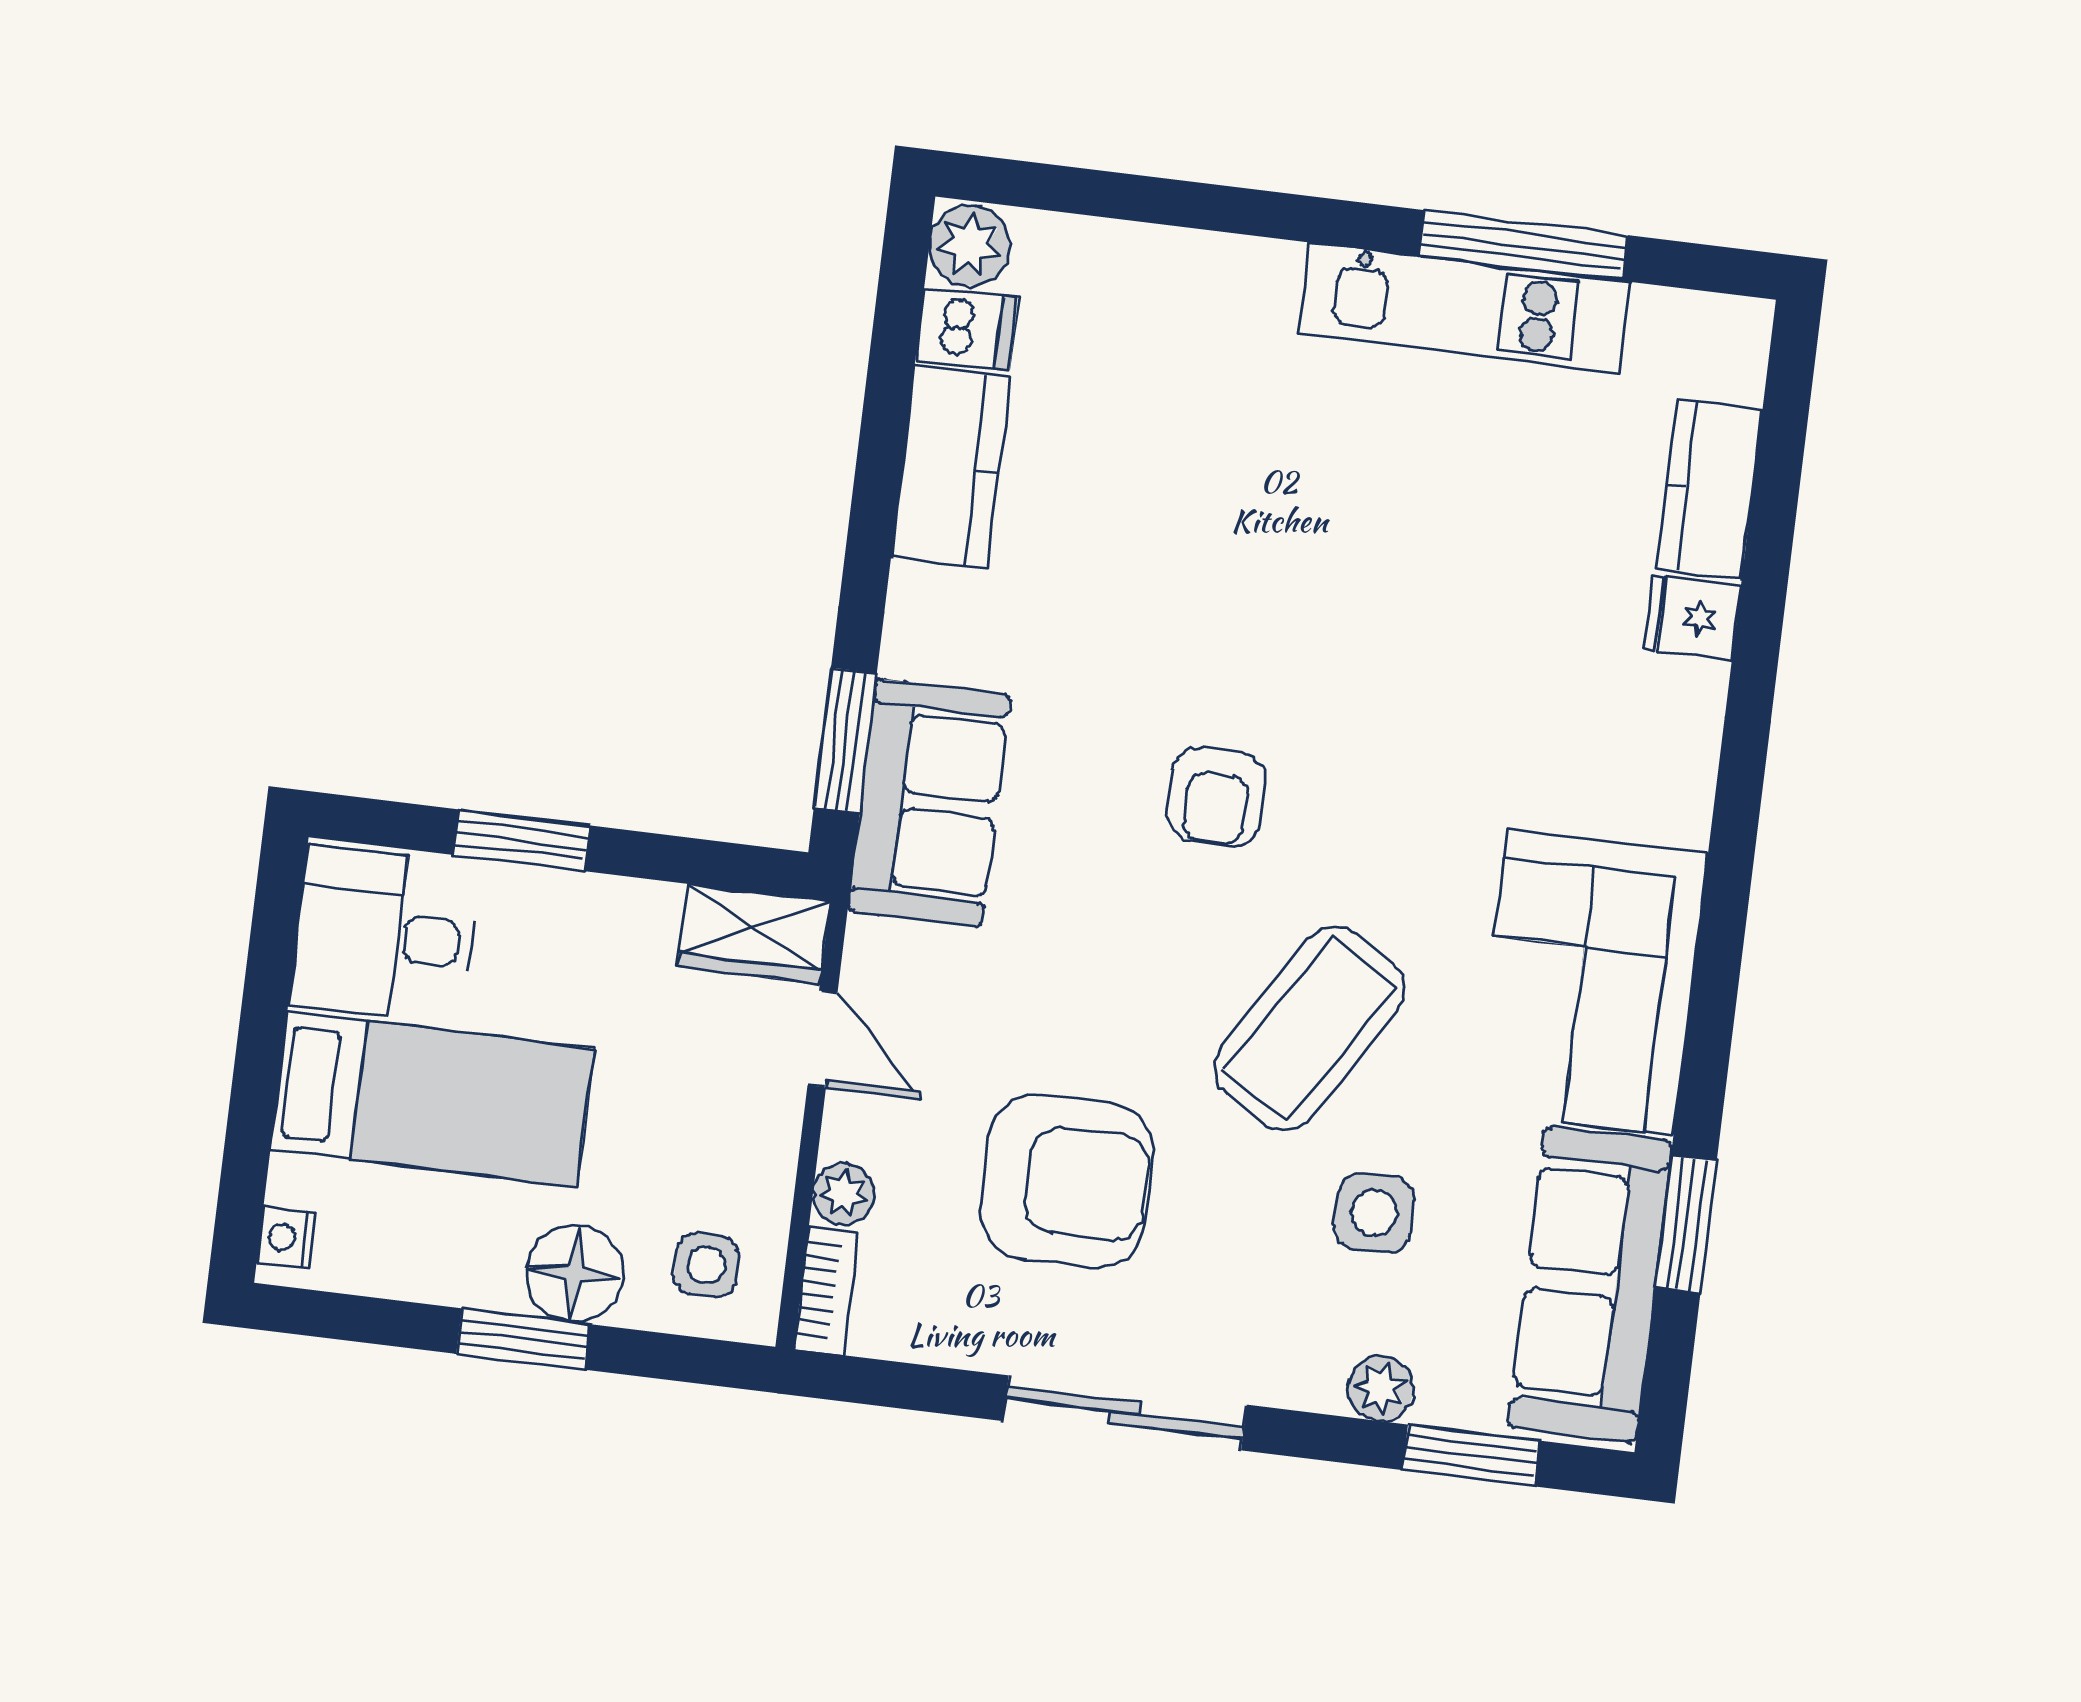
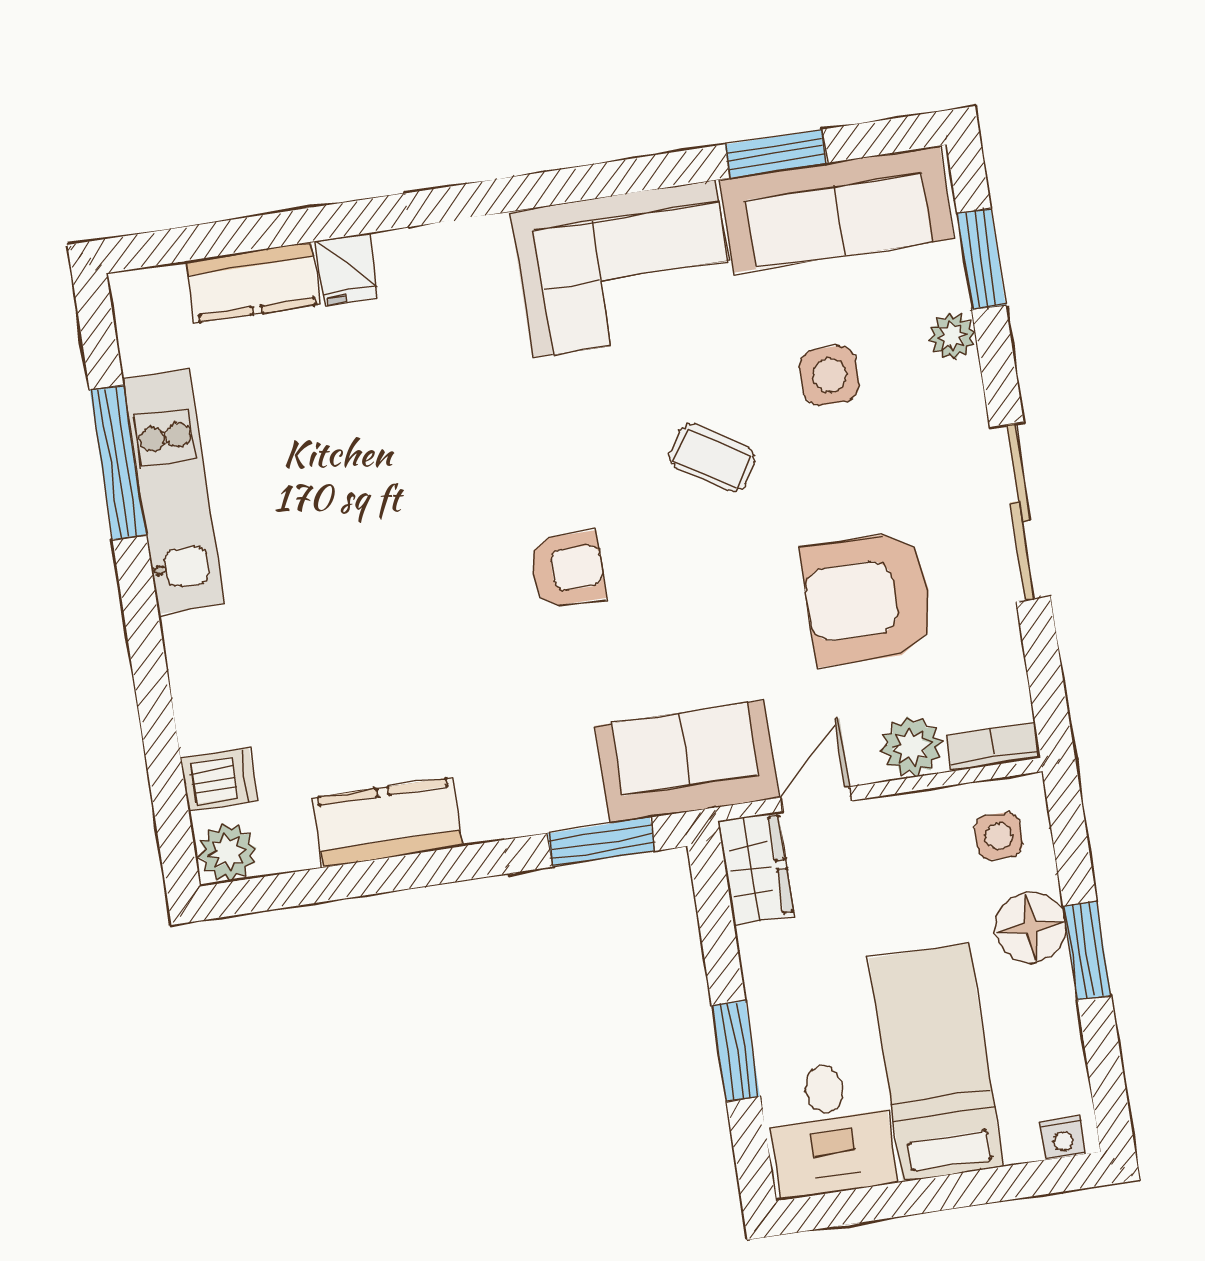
dishwasher: (967, 329) -> (219, 779), moved, turned 90
sofa: (929, 803) -> (687, 762), moved
coffee table: (1310, 1028) -> (712, 458), width x0.54, depth x0.58
armchair: (1067, 1181) -> (868, 598), turned -90
plant: (844, 1194) -> (912, 746), width x1.38, depth x1.38

